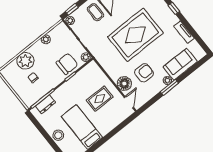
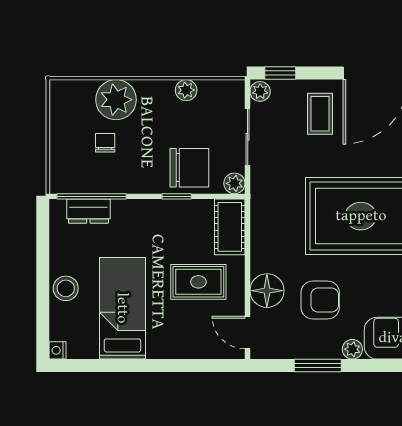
cot: (96, 73) -> (230, 227), added
window: (169, 87) -> (318, 366), moved
door: (129, 102) -> (248, 333), swing flipped

